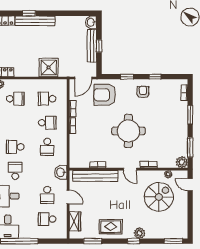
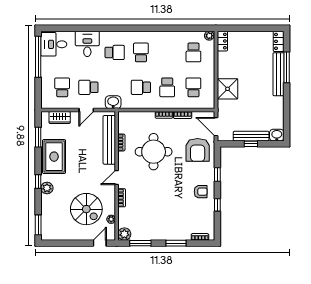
window: (29, 13) -> (287, 67), width x2.17
armchair: (105, 95) -> (198, 150), turned 180
round table: (128, 131) -> (154, 152), moved
rug: (111, 227) -> (54, 157), width x1.36, depth x1.43

